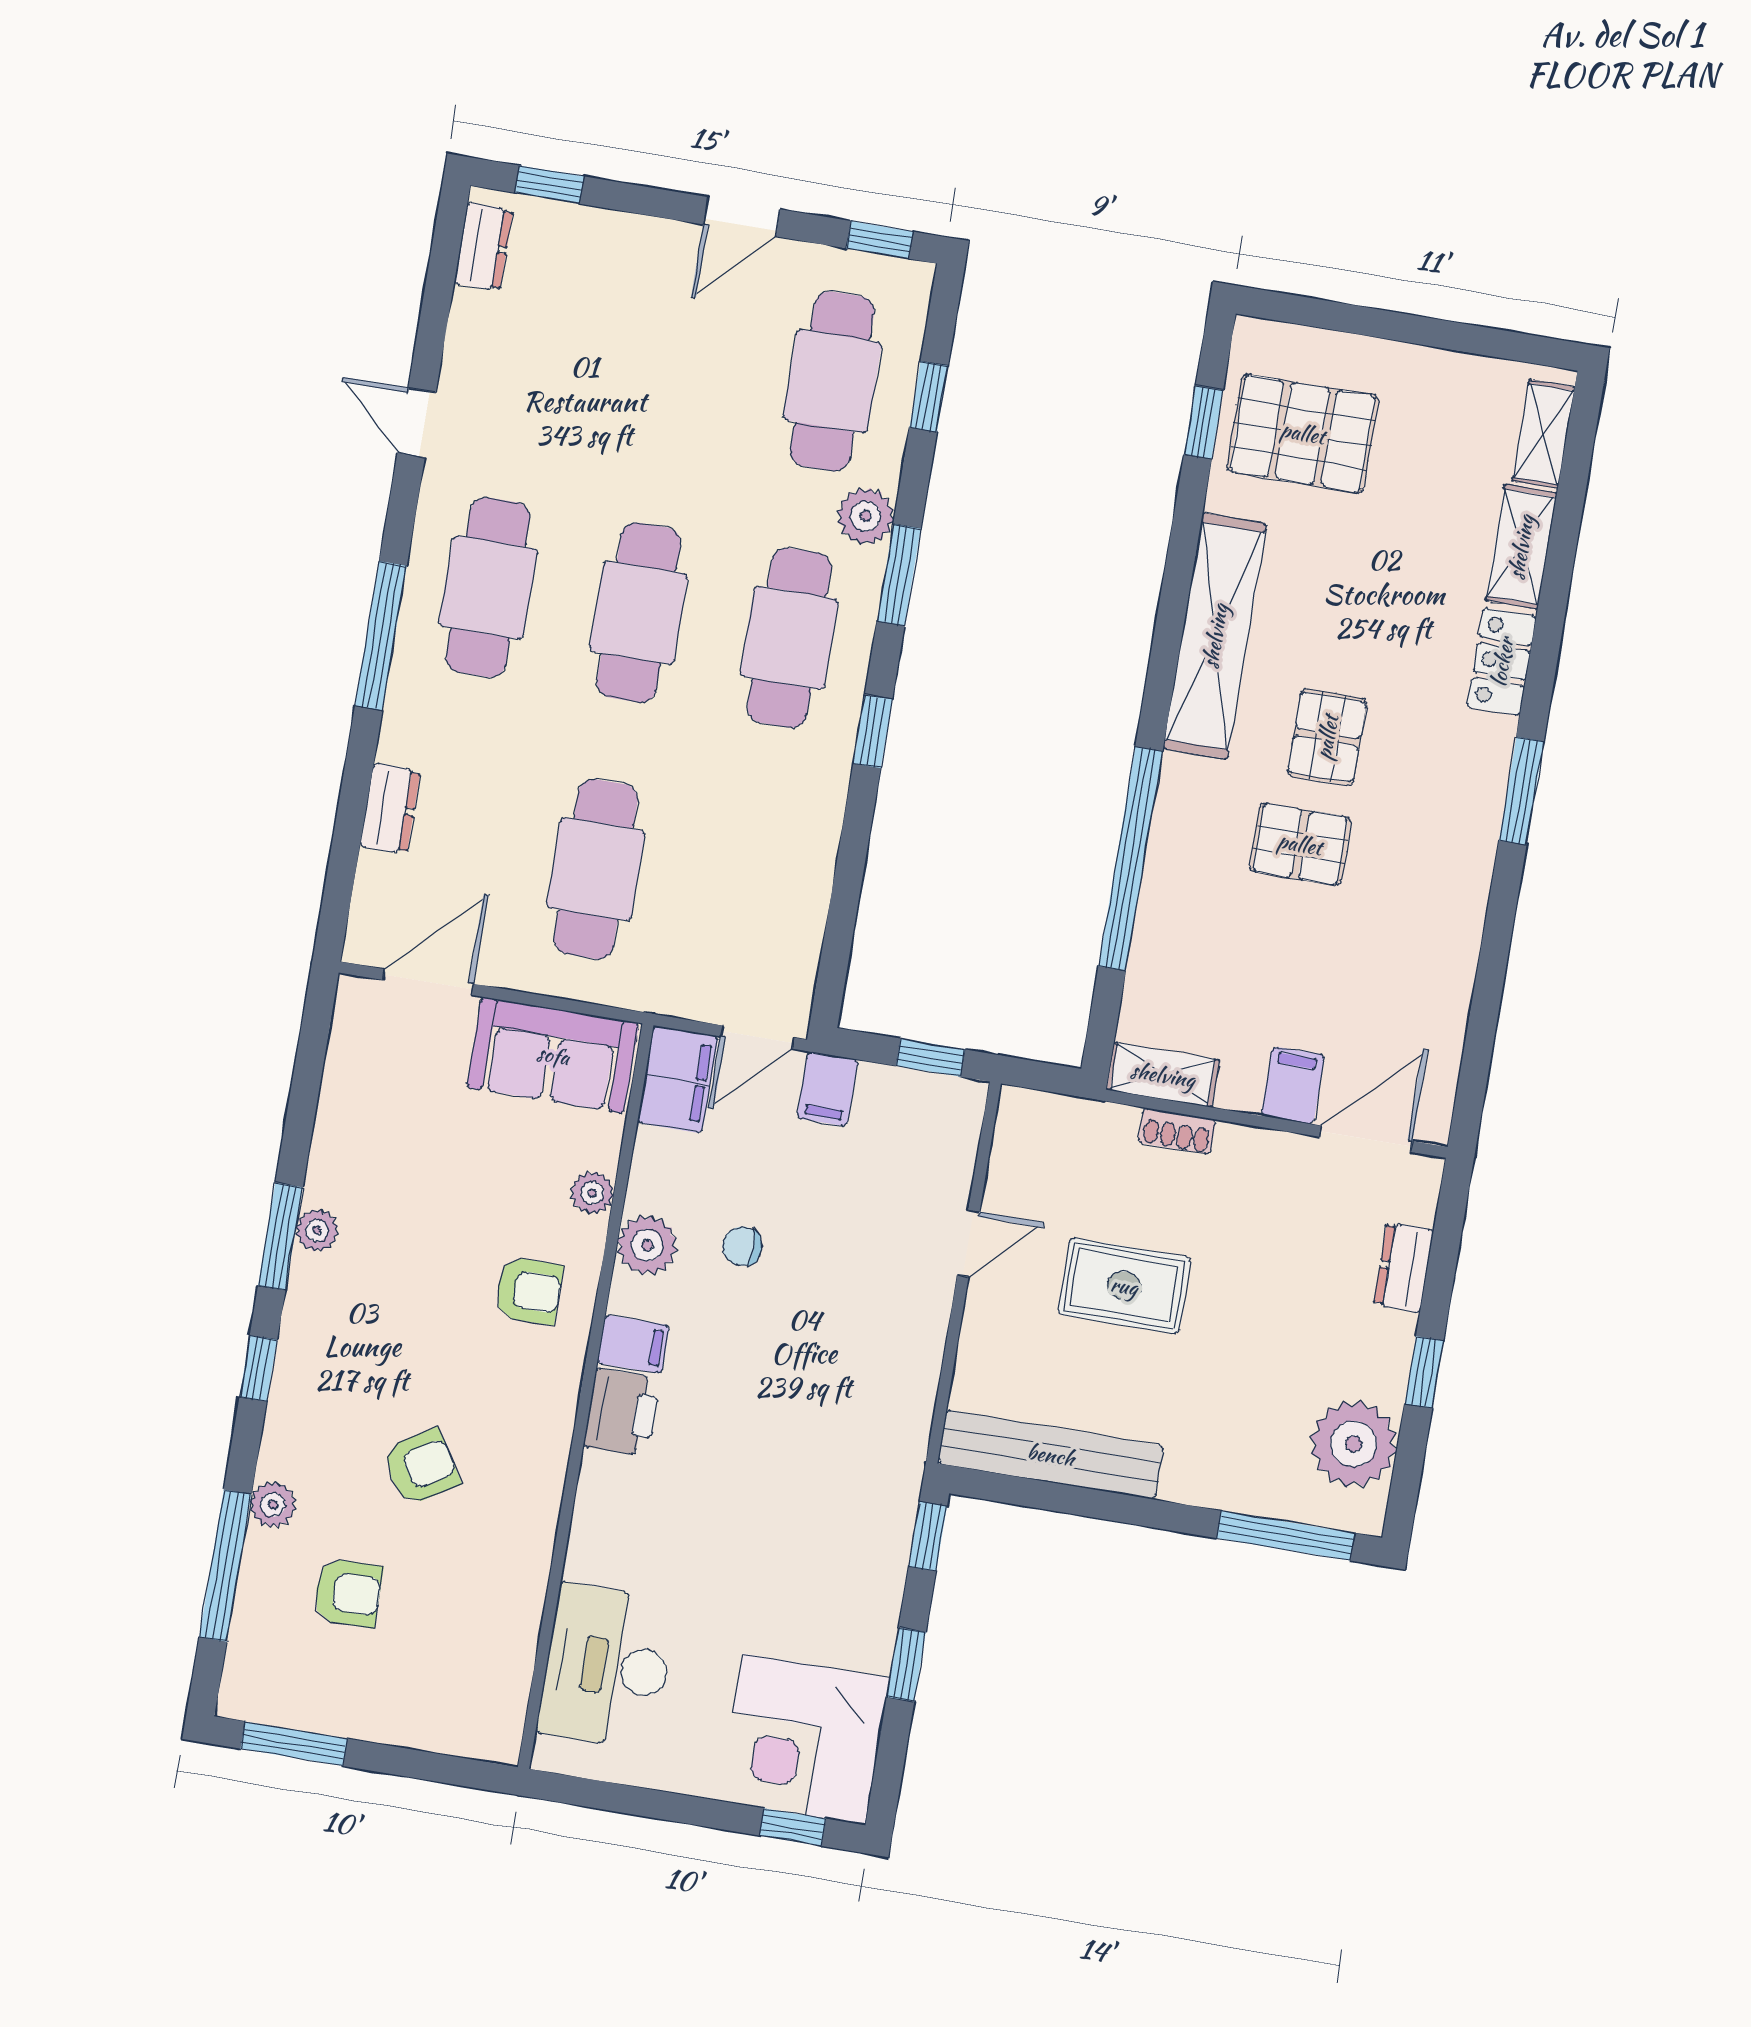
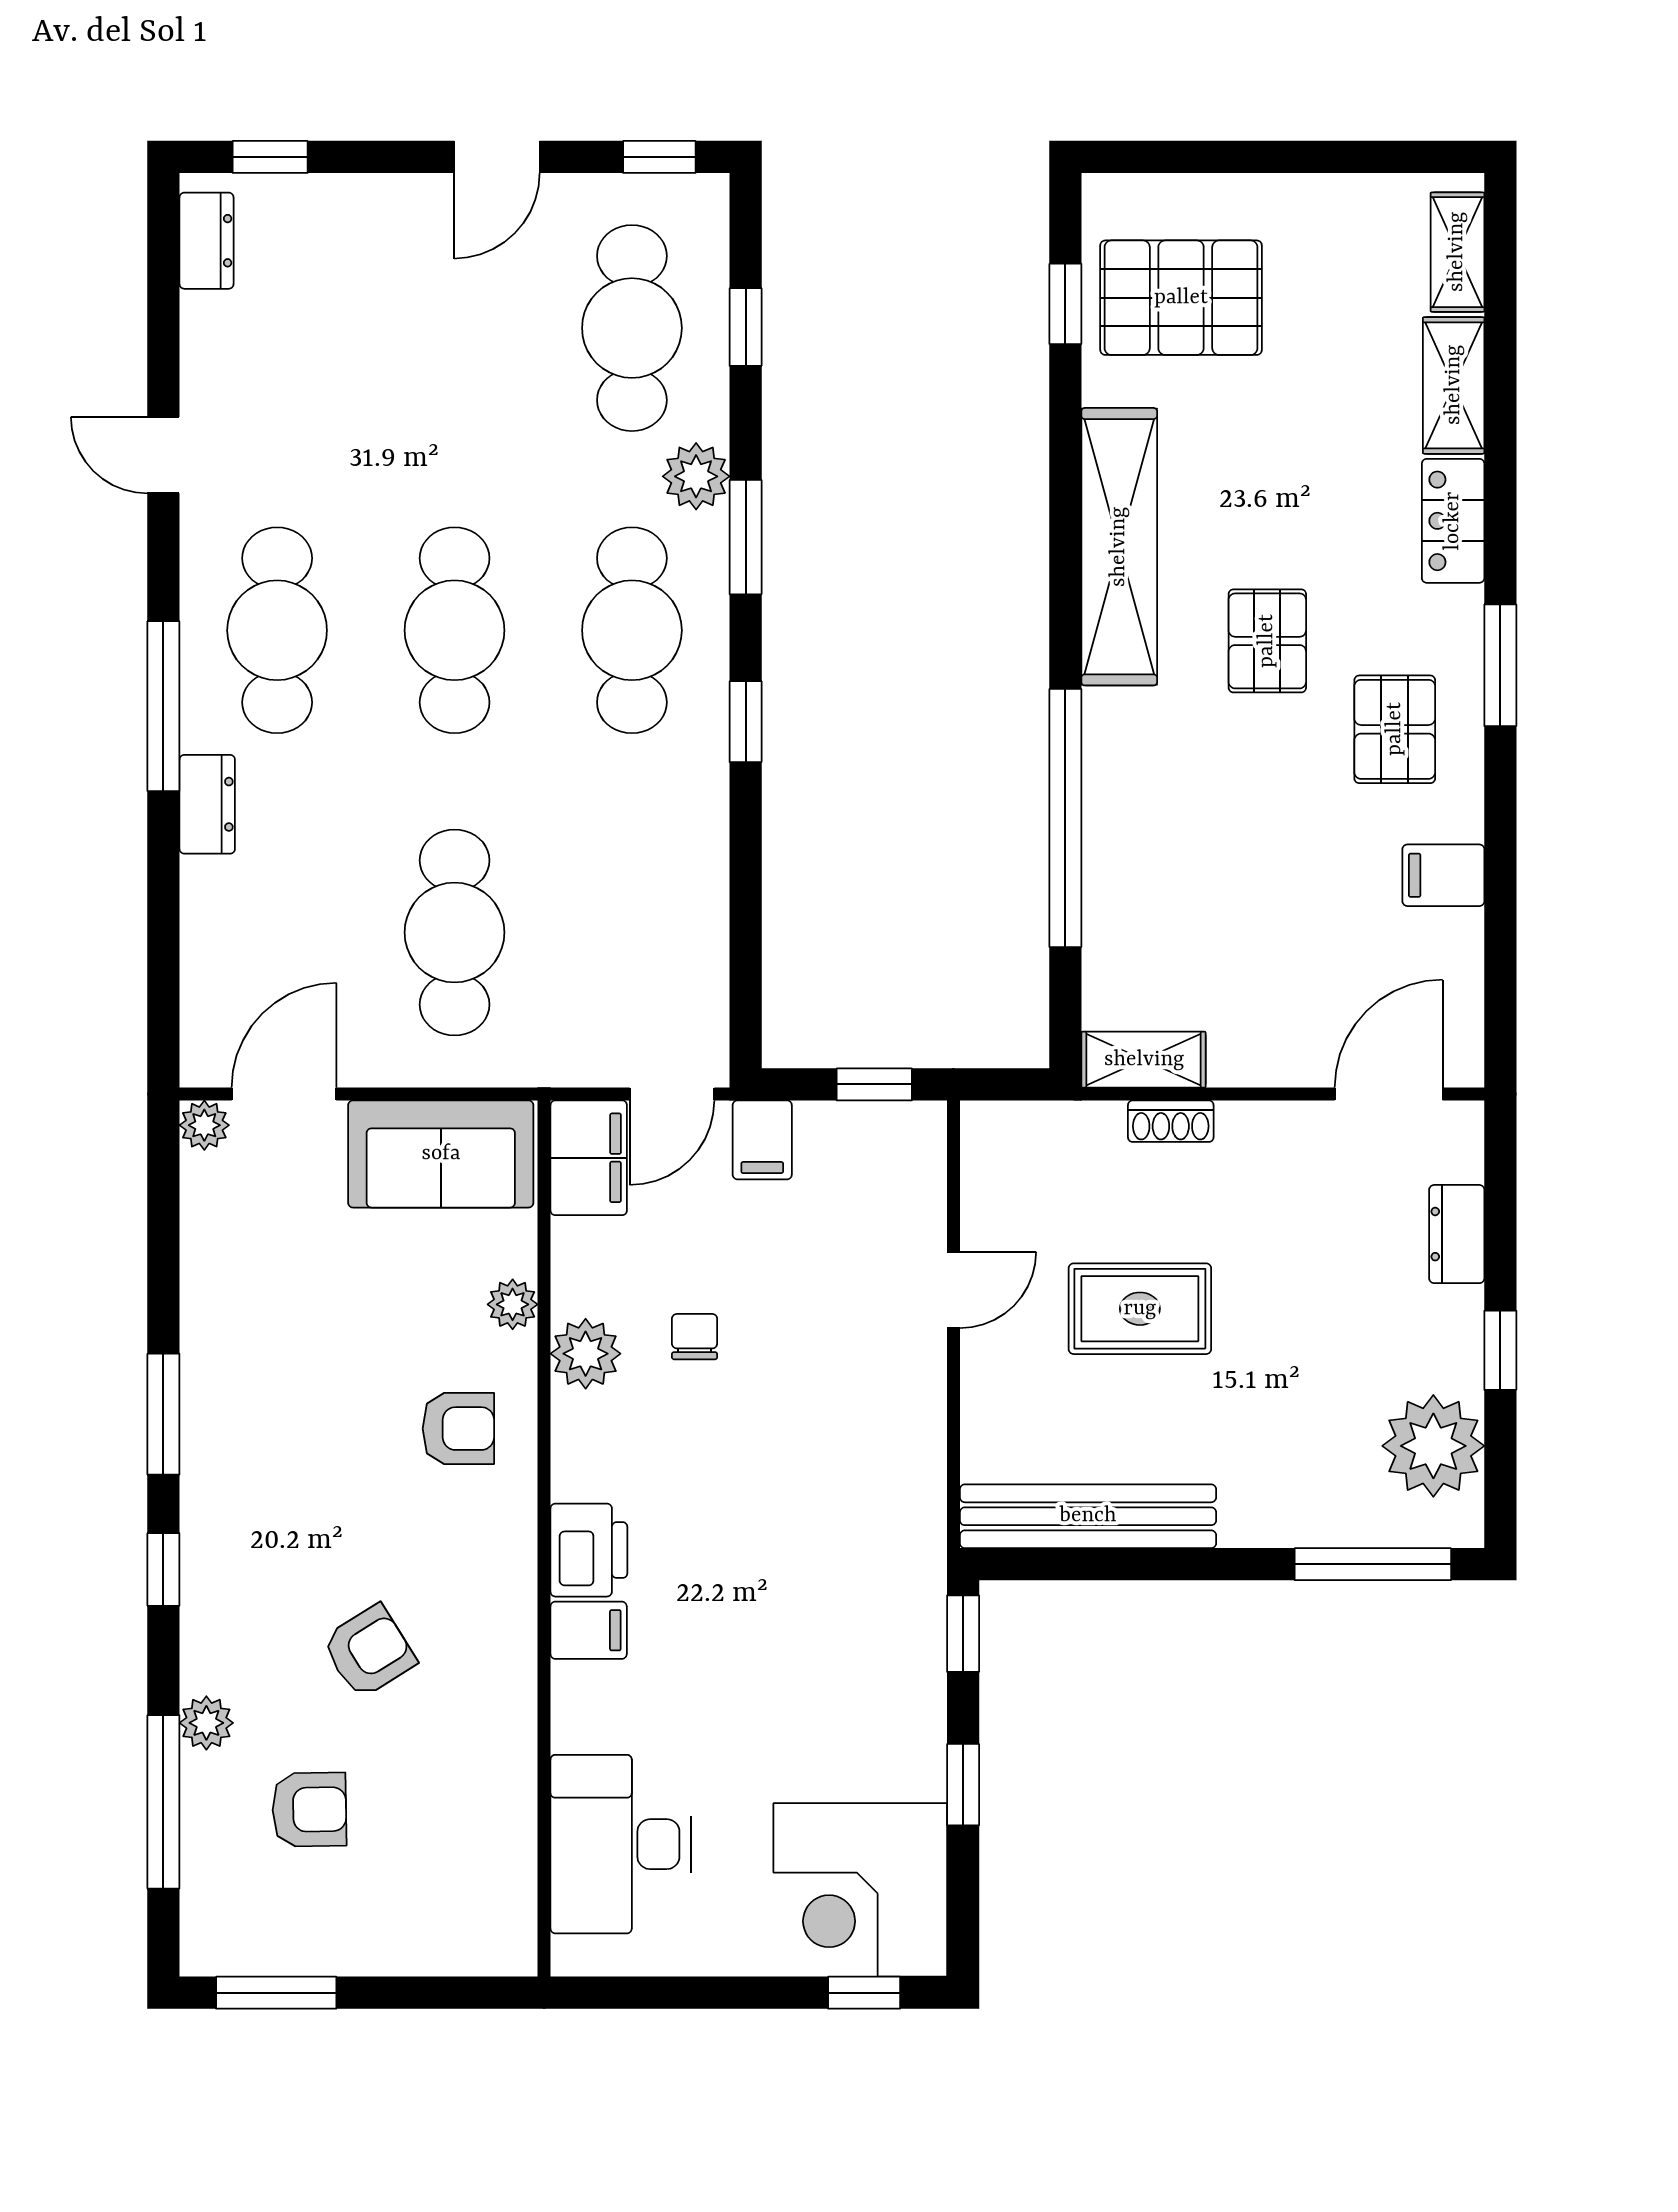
dresser: (390, 809) -> (207, 804), moved
pallet: (1300, 844) -> (1395, 729), moved, turned 90
filing cabinet: (1293, 1085) -> (1443, 875), moved, turned -90
plant: (317, 1230) -> (204, 1125), moved
chair: (742, 1246) -> (695, 1337), turned 90
filing cabinet: (633, 1344) -> (589, 1630), moved

